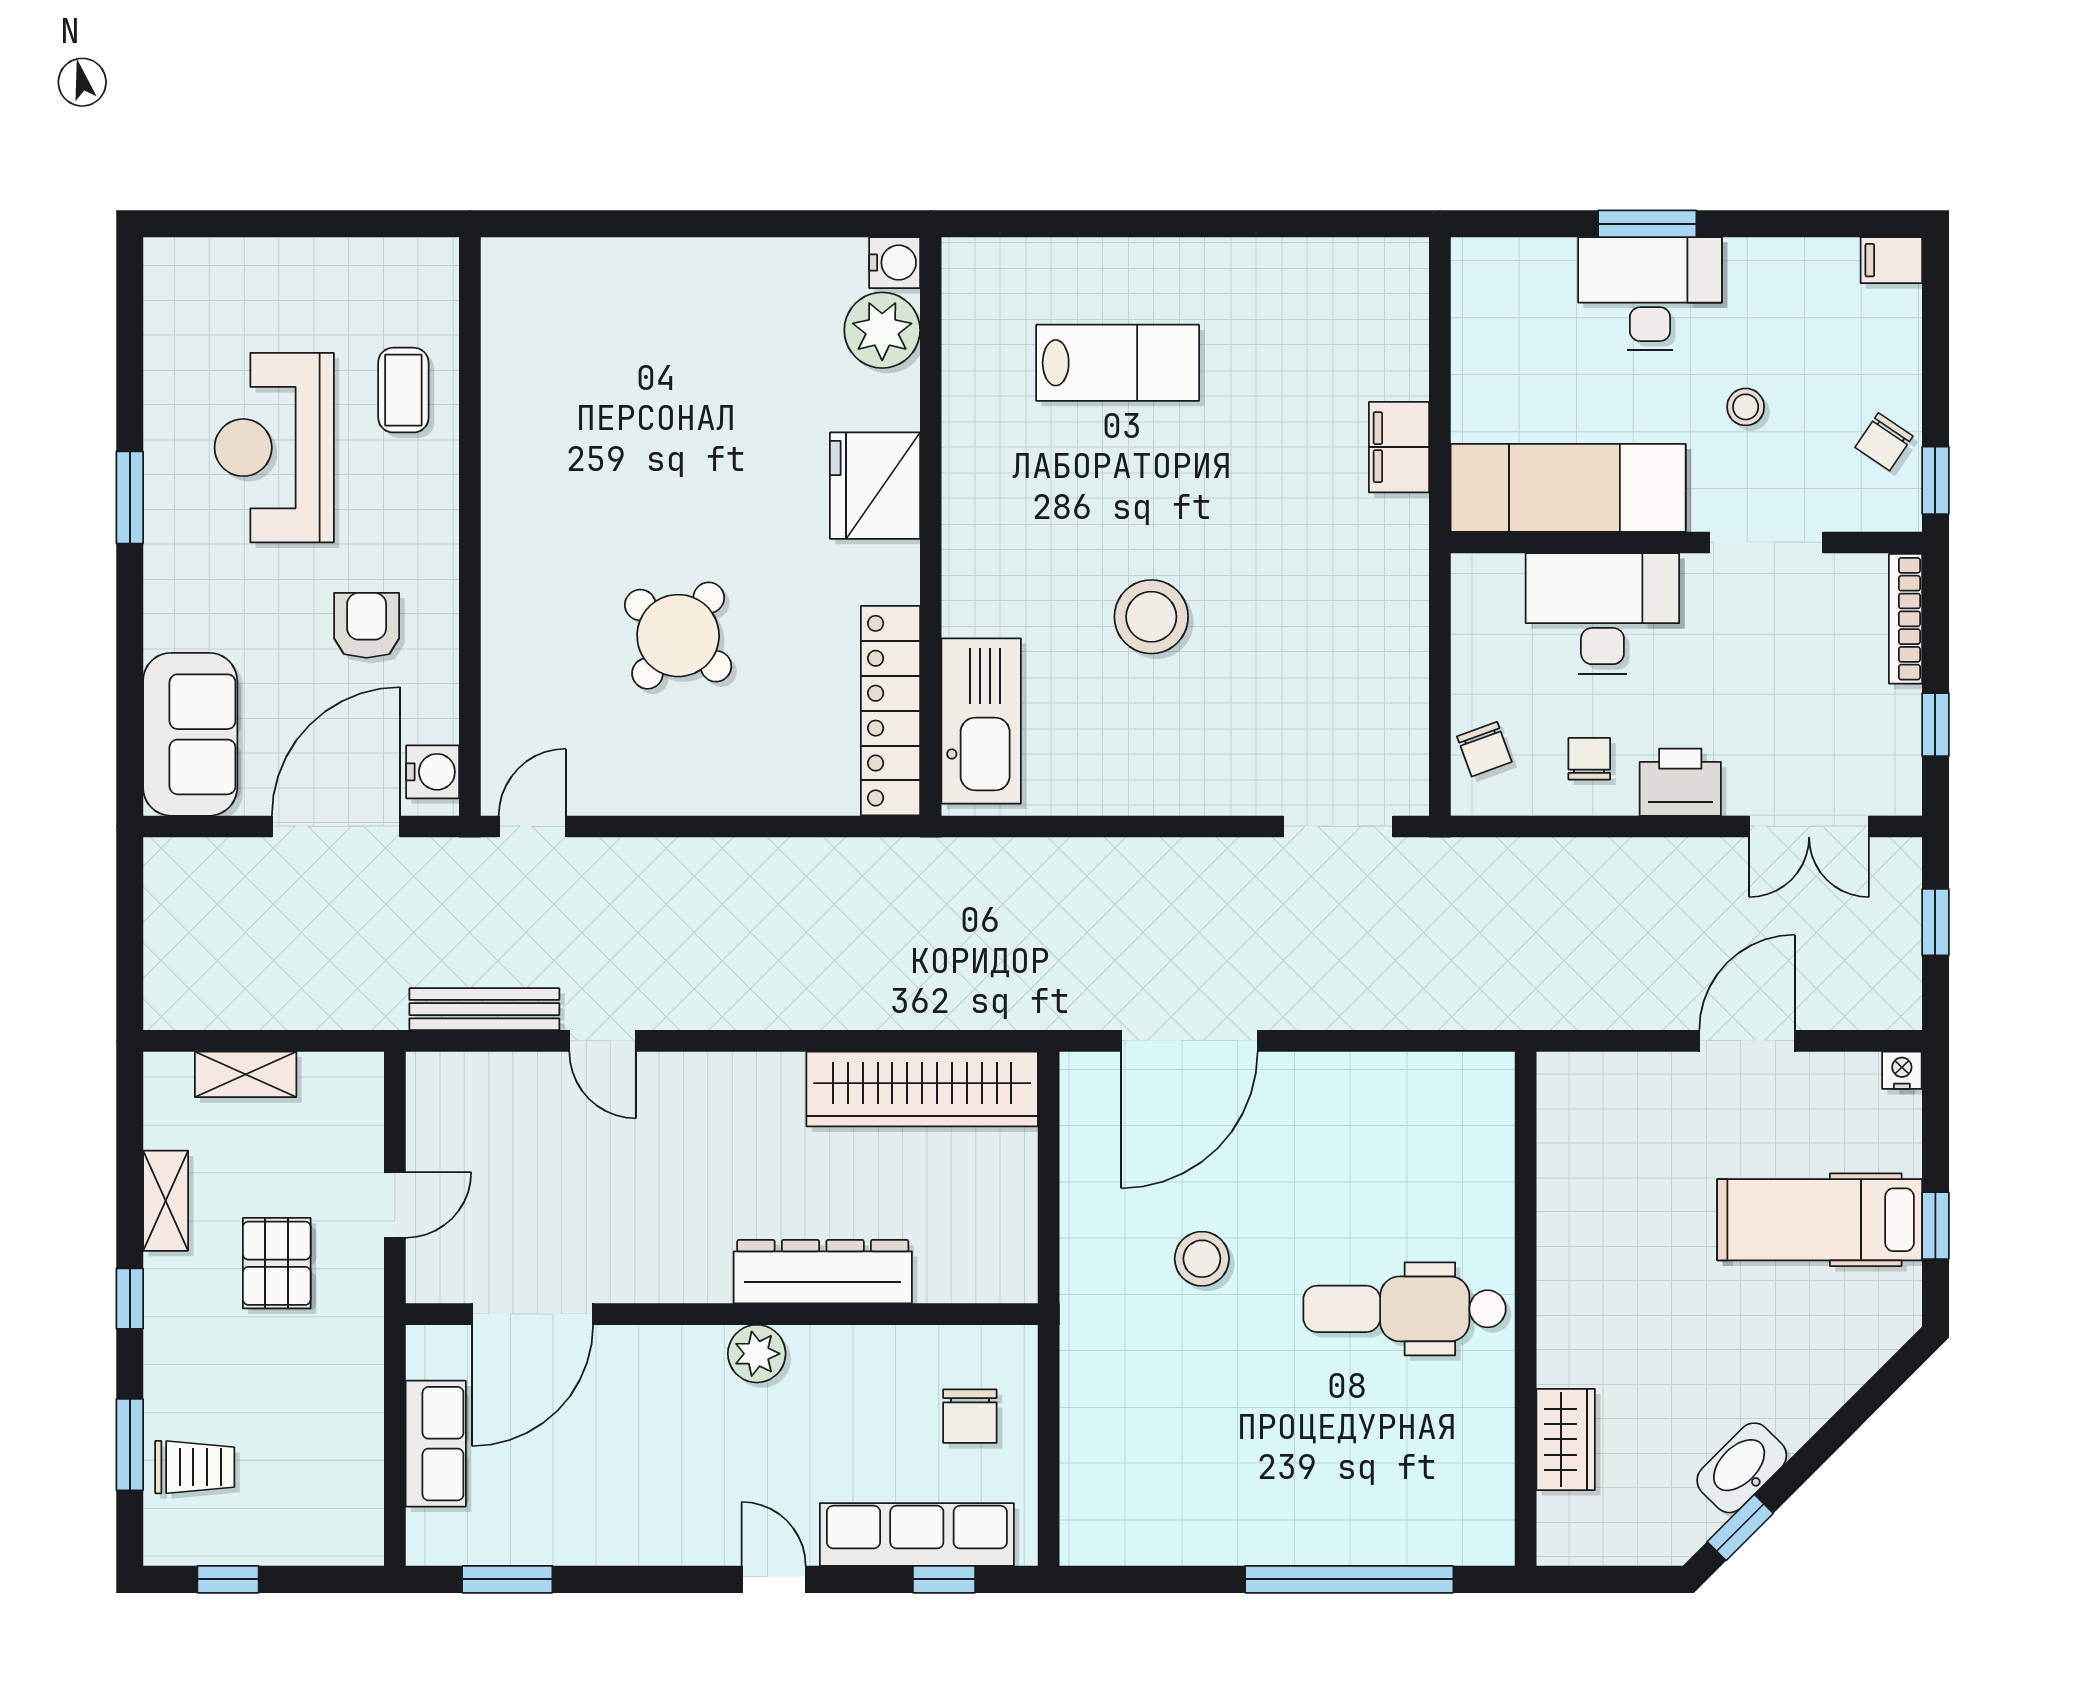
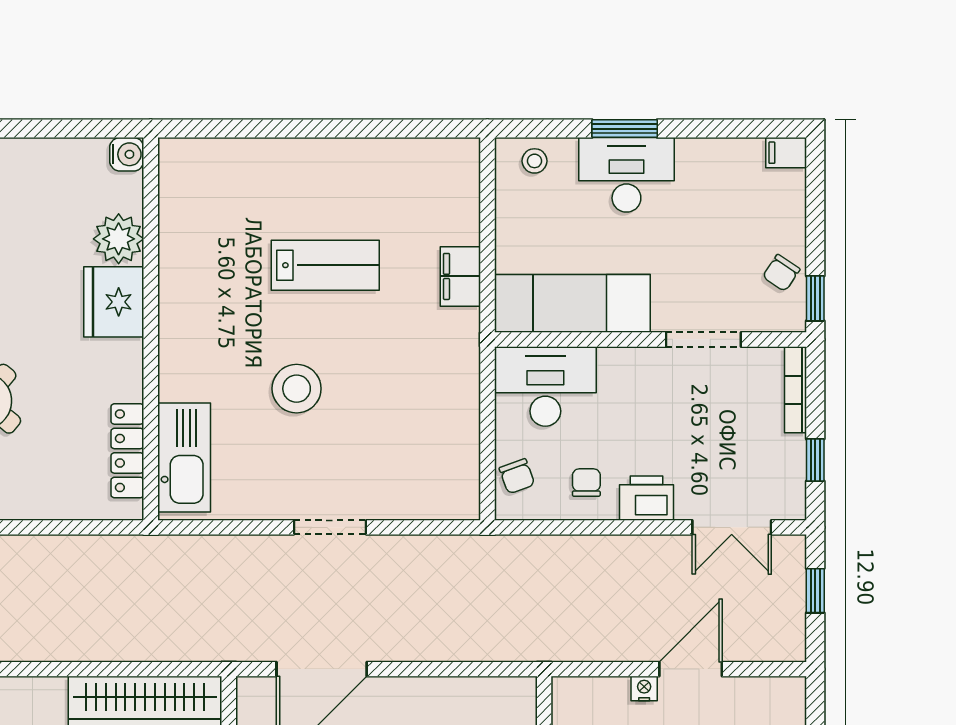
plant: (882, 330) -> (119, 239), moved
lab bench: (1118, 363) -> (325, 265), moved
stool: (1746, 407) -> (535, 161), moved
desk: (1602, 614) -> (545, 386), moved
locker: (890, 711) -> (127, 451), width x0.71, depth x0.83
doorway: (1338, 826) -> (330, 527), moved
nightstand: (1902, 1070) -> (644, 689), moved

